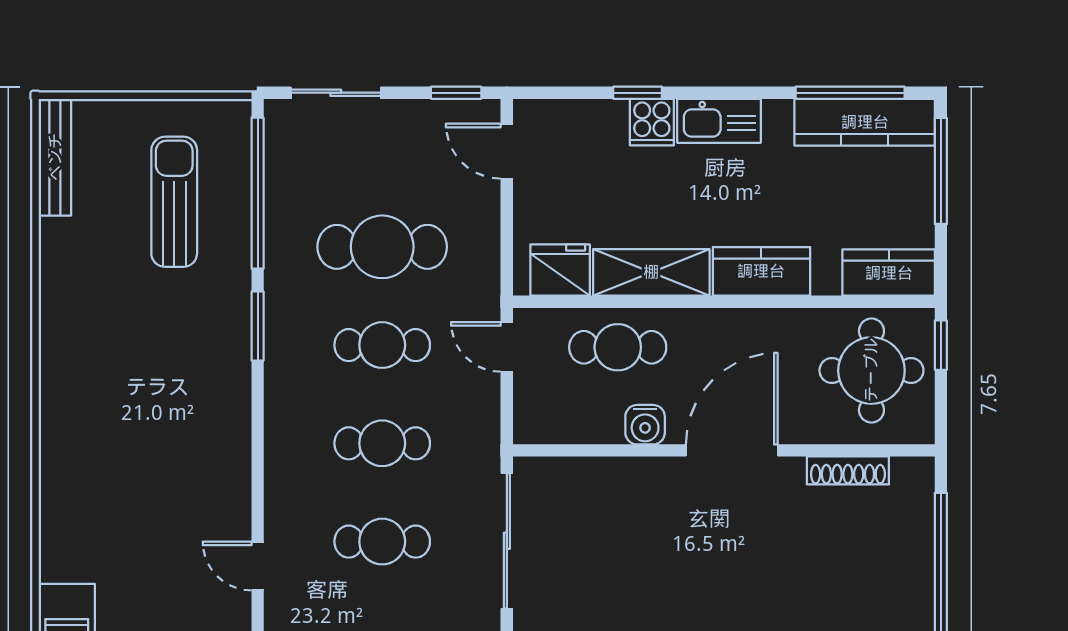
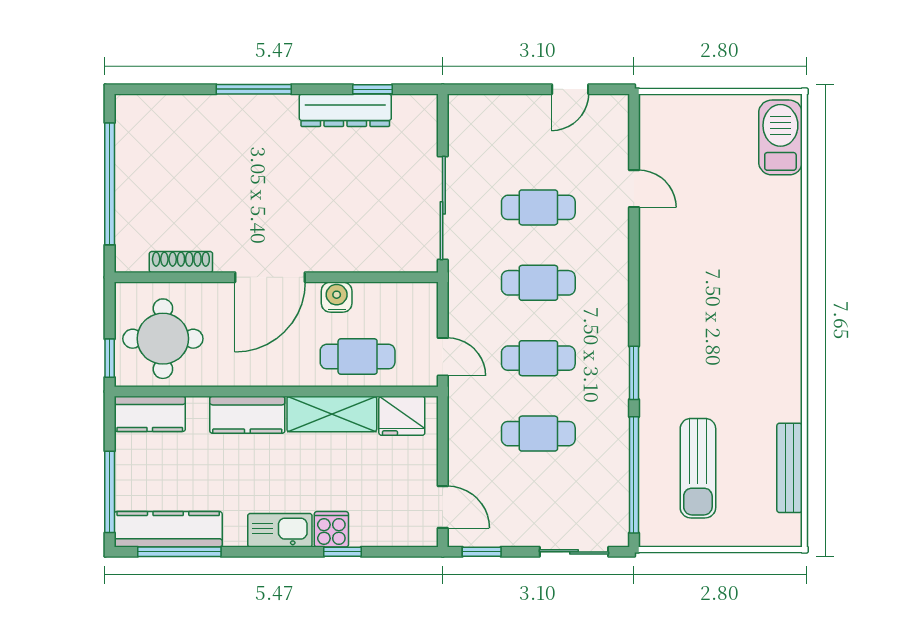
bench: (55, 157) -> (790, 468), moved
cafe table: (382, 247) -> (538, 434), width x0.73, depth x0.74

